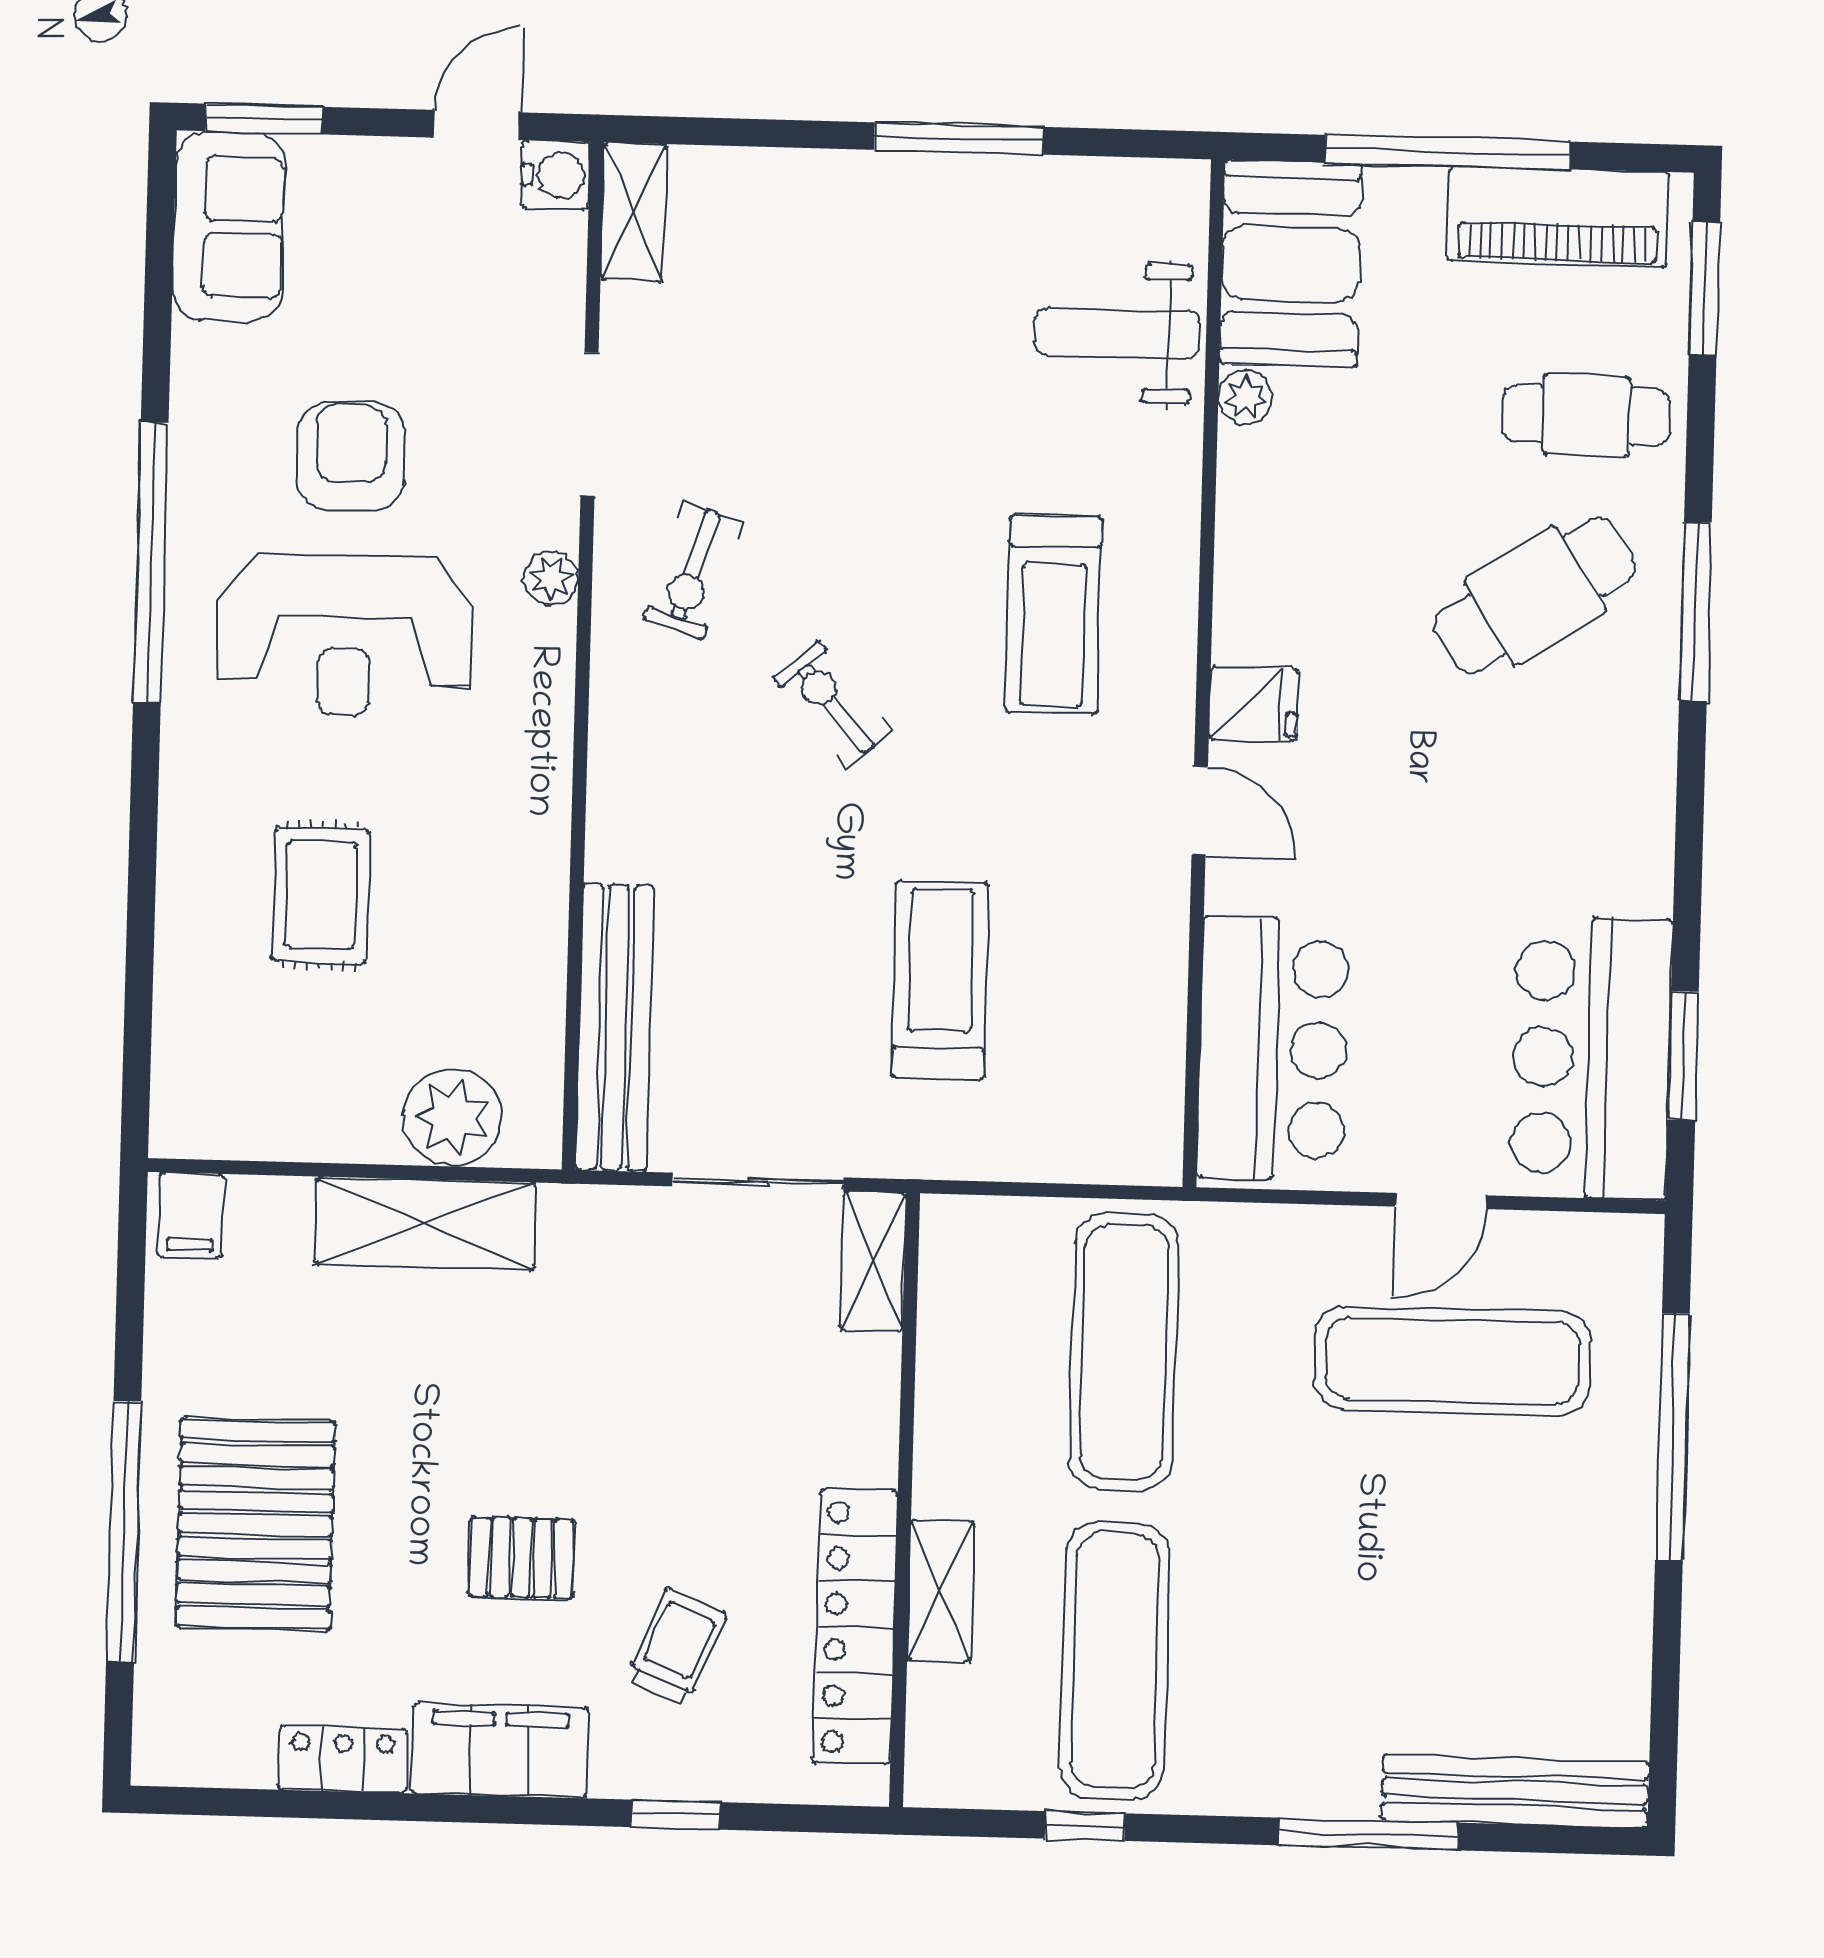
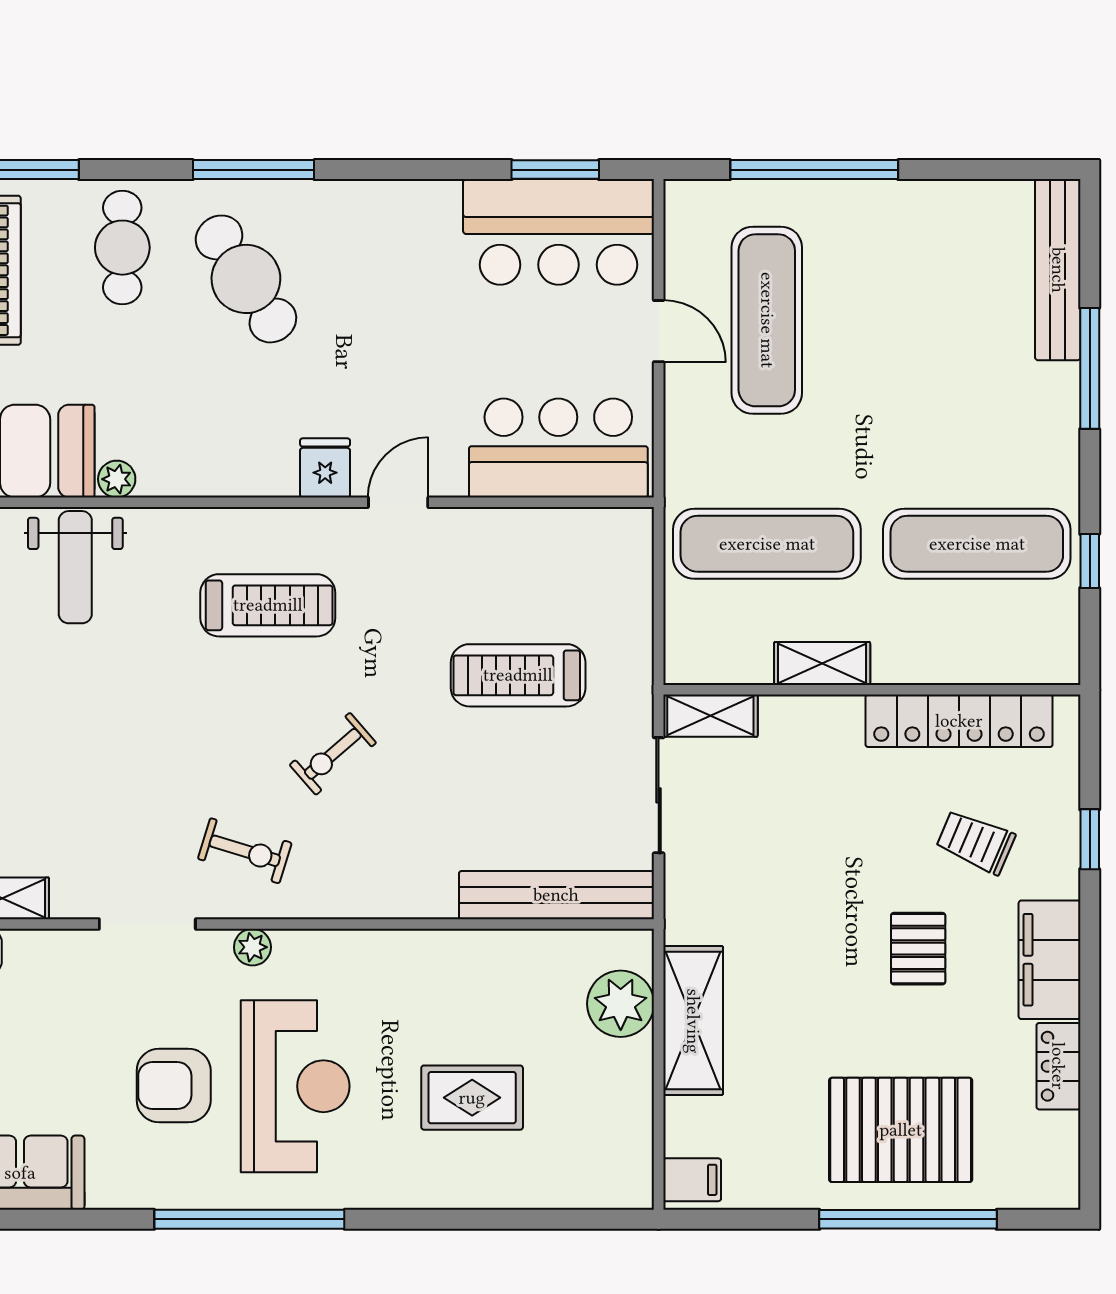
shelving: (941, 1591) -> (822, 663), moved

